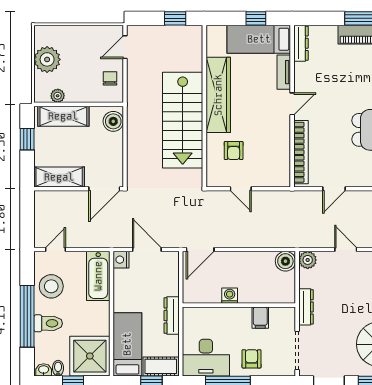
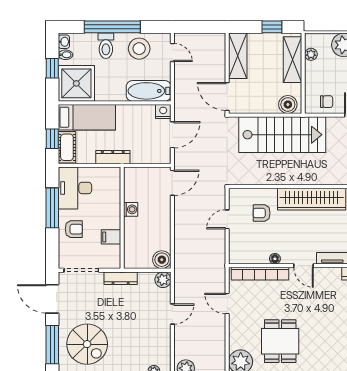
stairs: (183, 120) -> (282, 135), moved, turned 180
floor lamp: (284, 136) -> (275, 259), added
door: (200, 249) -> (172, 183), swing flipped

